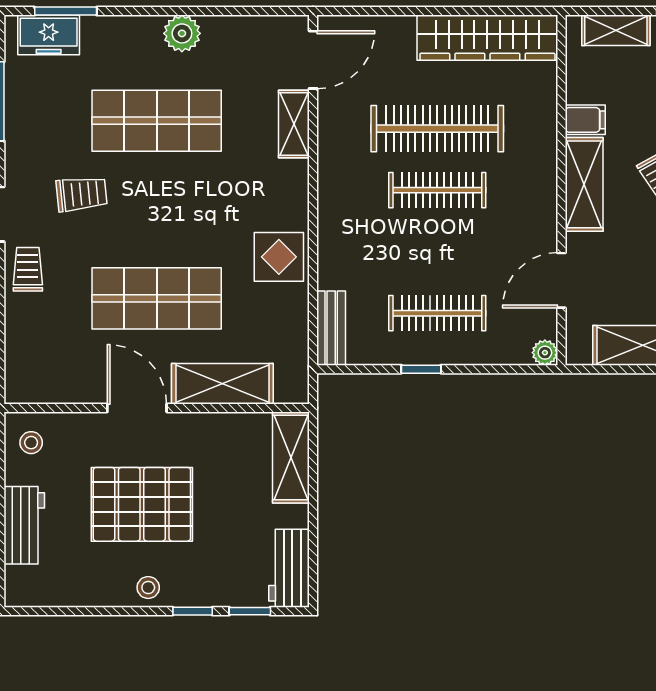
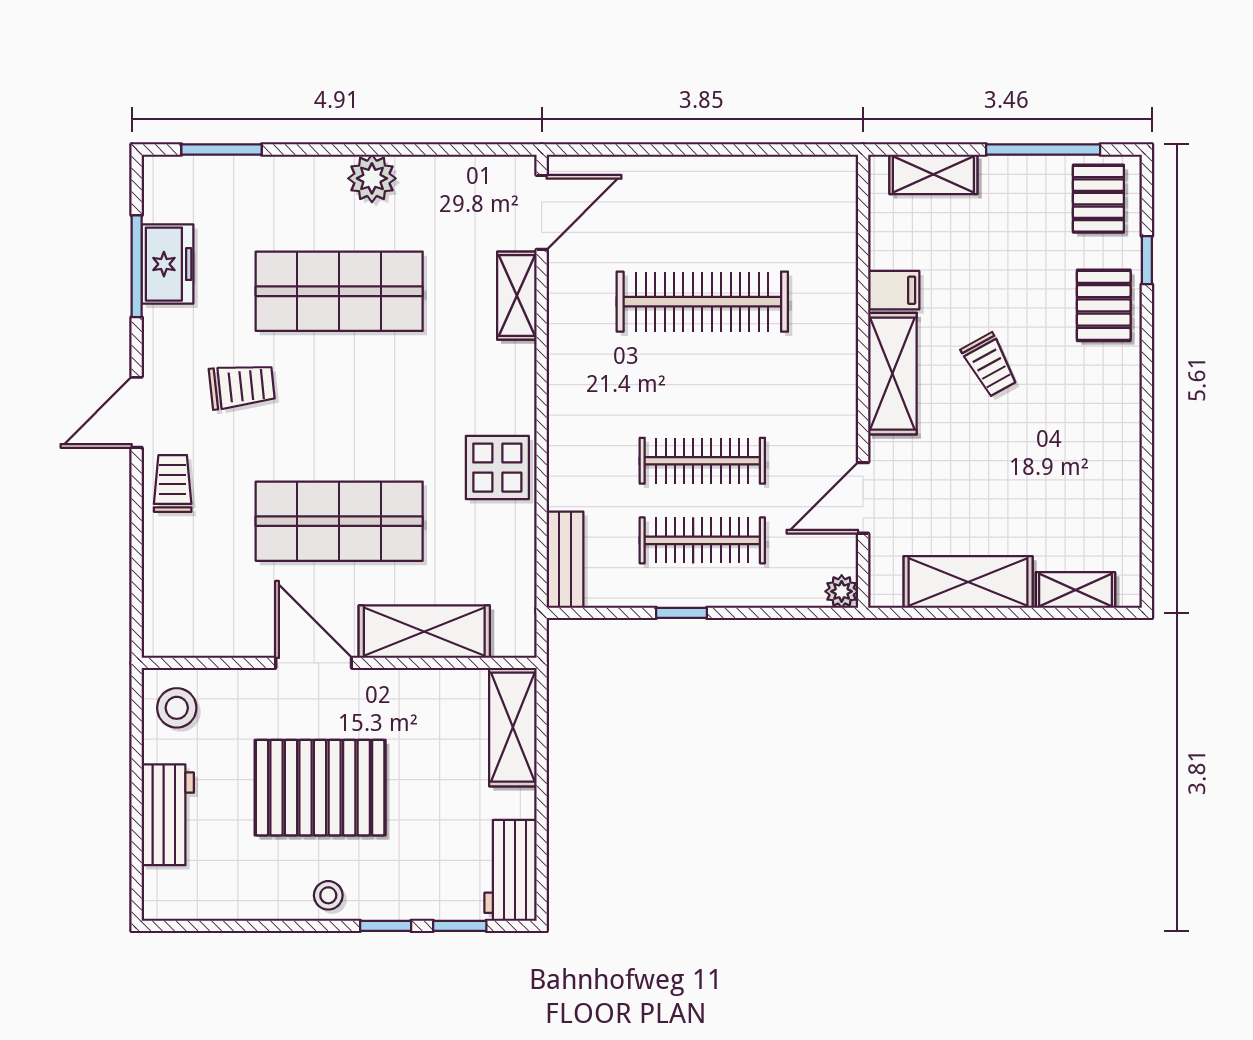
freezer: (49, 35) -> (168, 264), moved, turned -90
wardrobe: (487, 38) -> (767, 184), removed
clothes rail: (437, 190) -> (702, 461), moved
stool: (31, 443) -> (177, 708), width x1.37, depth x1.37

